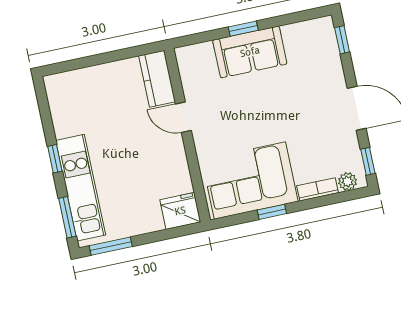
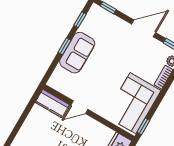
window: (295, 18) -> (80, 20), added
window: (272, 212) -> (143, 126), moved

